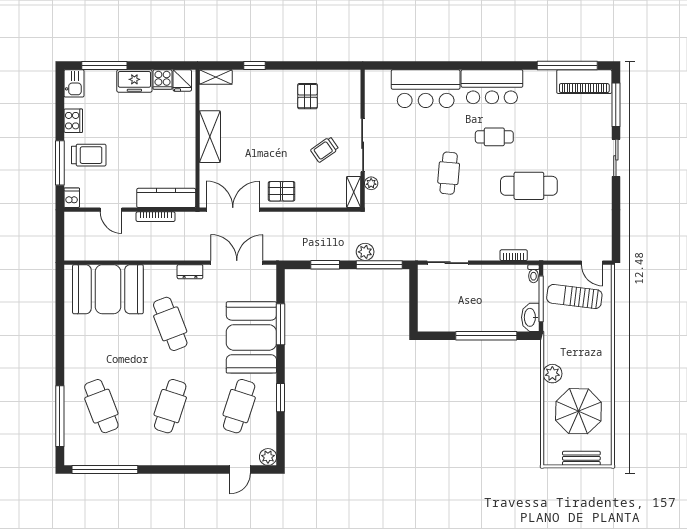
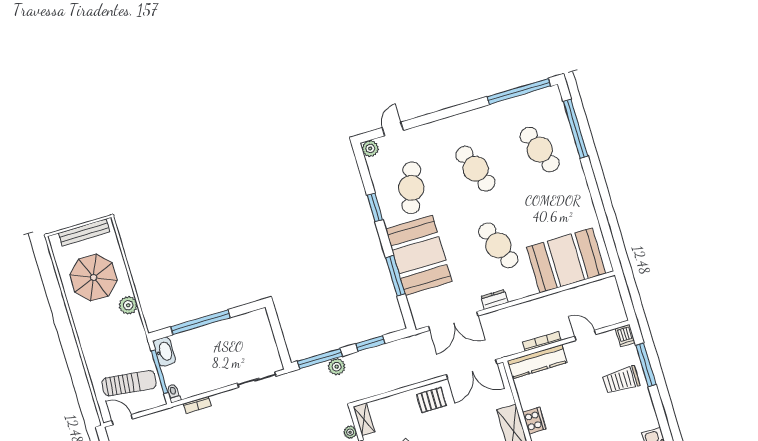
cooker: (73, 121) -> (534, 421), moved, turned 180
cafe table: (170, 406) -> (475, 169), turned -39
bench: (581, 458) -> (84, 232), width x1.36

